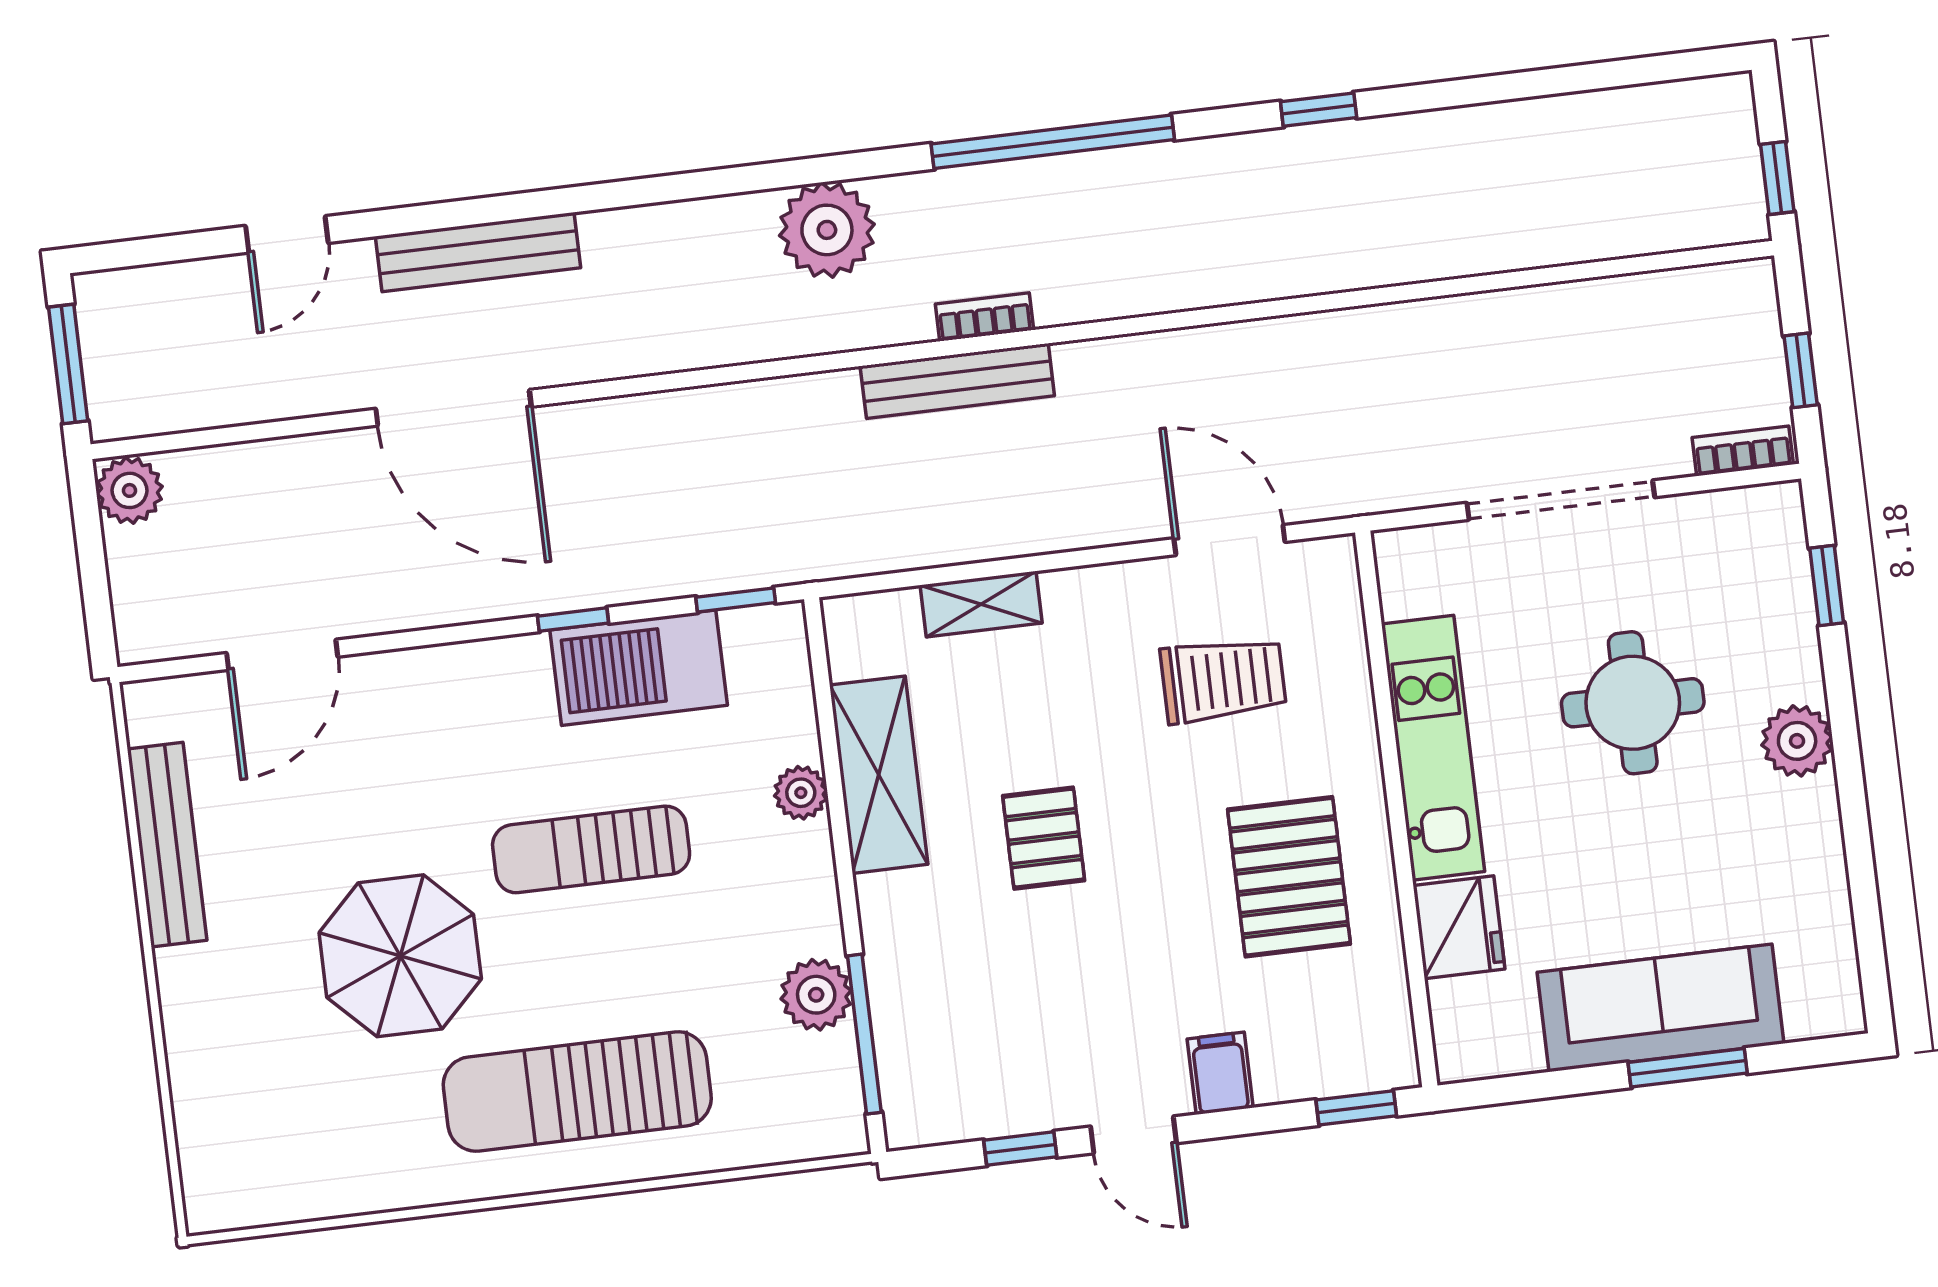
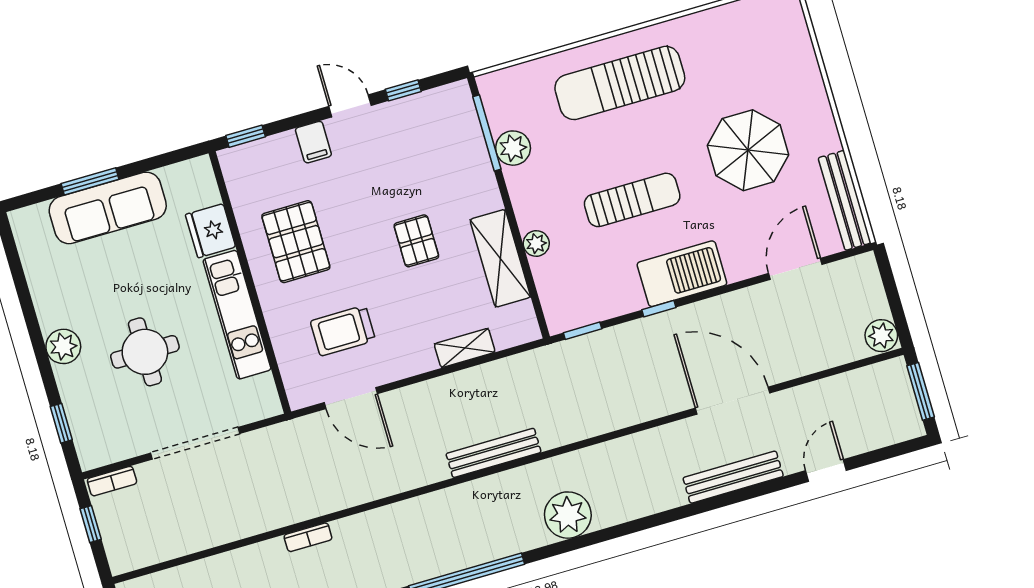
bookcase: (985, 317) -> (308, 537), moved
barbecue: (639, 668) -> (682, 274), moved
bench: (167, 845) -> (845, 200), moved
parasol: (400, 956) -> (748, 150), moved
sun lounger: (577, 1092) -> (620, 83), turned 180

